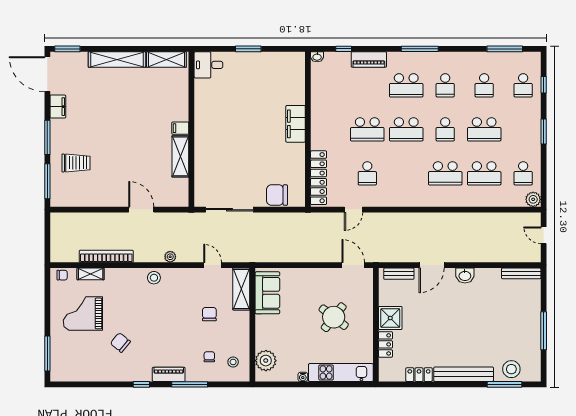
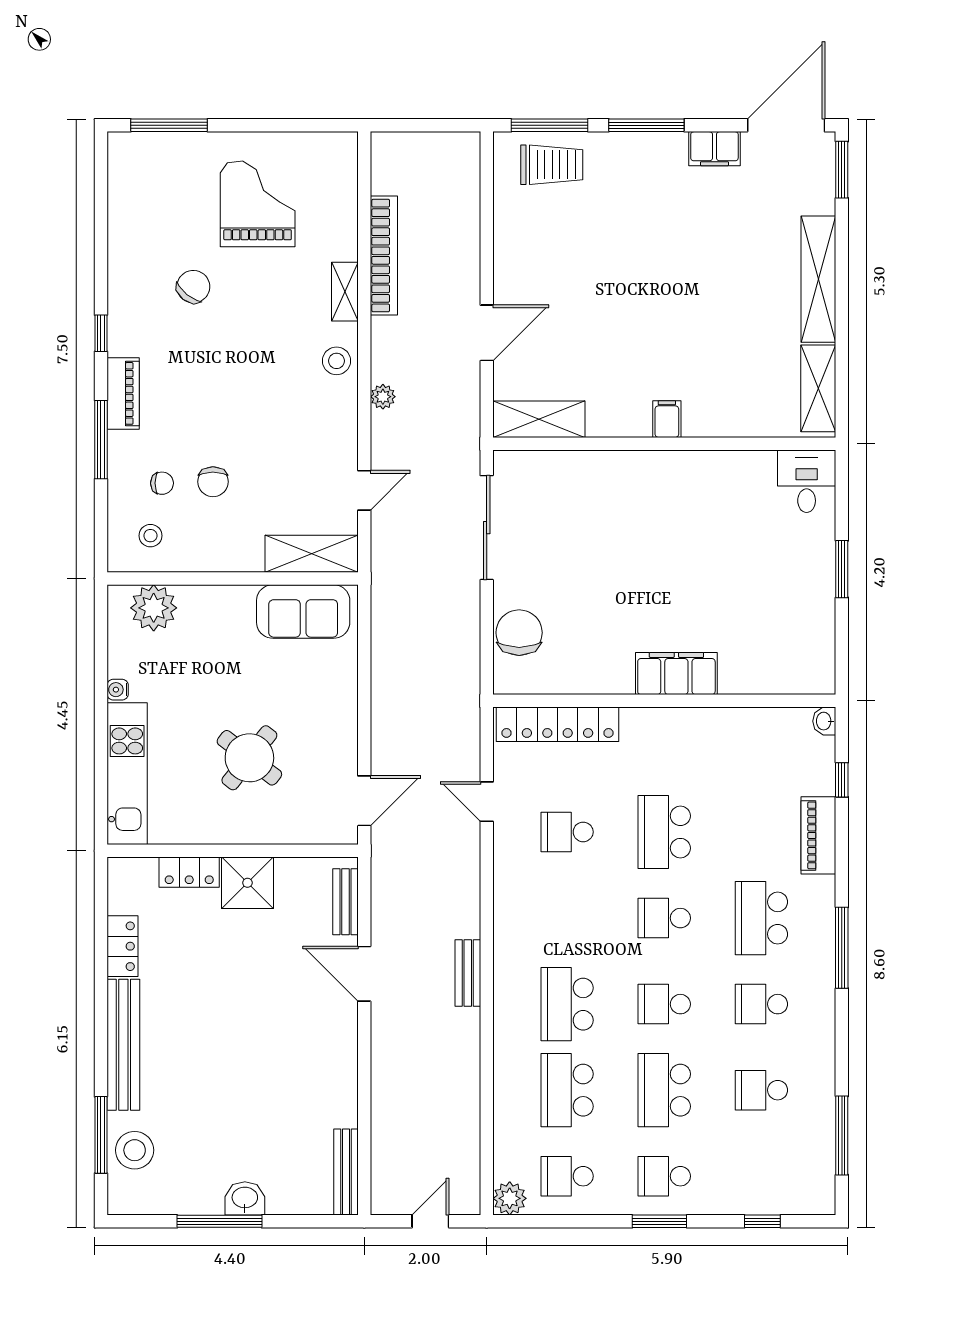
school desk: (523, 85) -> (664, 1176), moved
school desk: (406, 129) -> (664, 918), width x0.54
shelving: (180, 156) -> (539, 419), moved
trolley: (76, 163) -> (552, 165), moved, turned -90
bench: (431, 218) -> (468, 973), added
shelving: (91, 274) -> (345, 292), moved
chair: (62, 275) -> (342, 158), removed
washbasin: (465, 276) -> (245, 1198), moved, turned 90
chair: (209, 314) -> (213, 482), moved, turned 90

